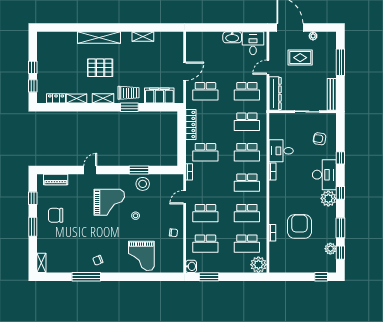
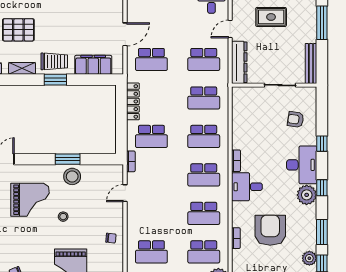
desk: (281, 151) -> (247, 187), moved
school desk: (205, 213) -> (151, 213), removed

